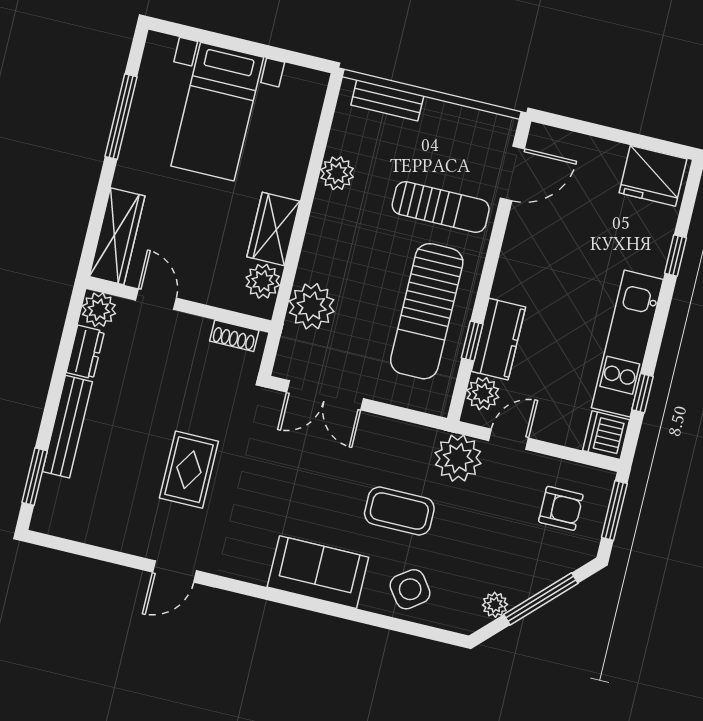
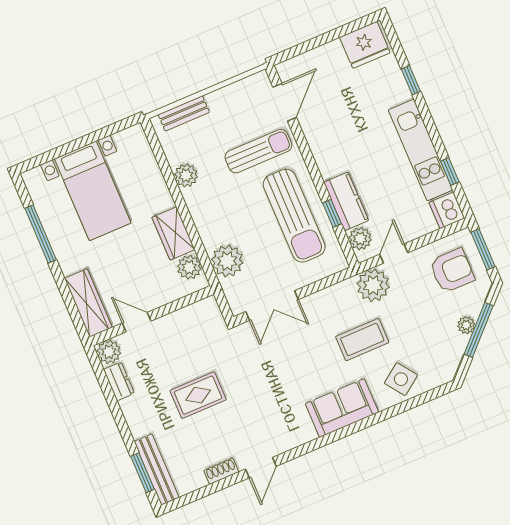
shoe rack: (234, 336) -> (221, 471), moved, turned 180
bench: (67, 427) -> (157, 469), moved
rug: (189, 470) -> (198, 395), moved, turned 90
armchair: (561, 508) -> (452, 271), width x1.38, depth x1.38
plant: (495, 605) -> (466, 325), moved

